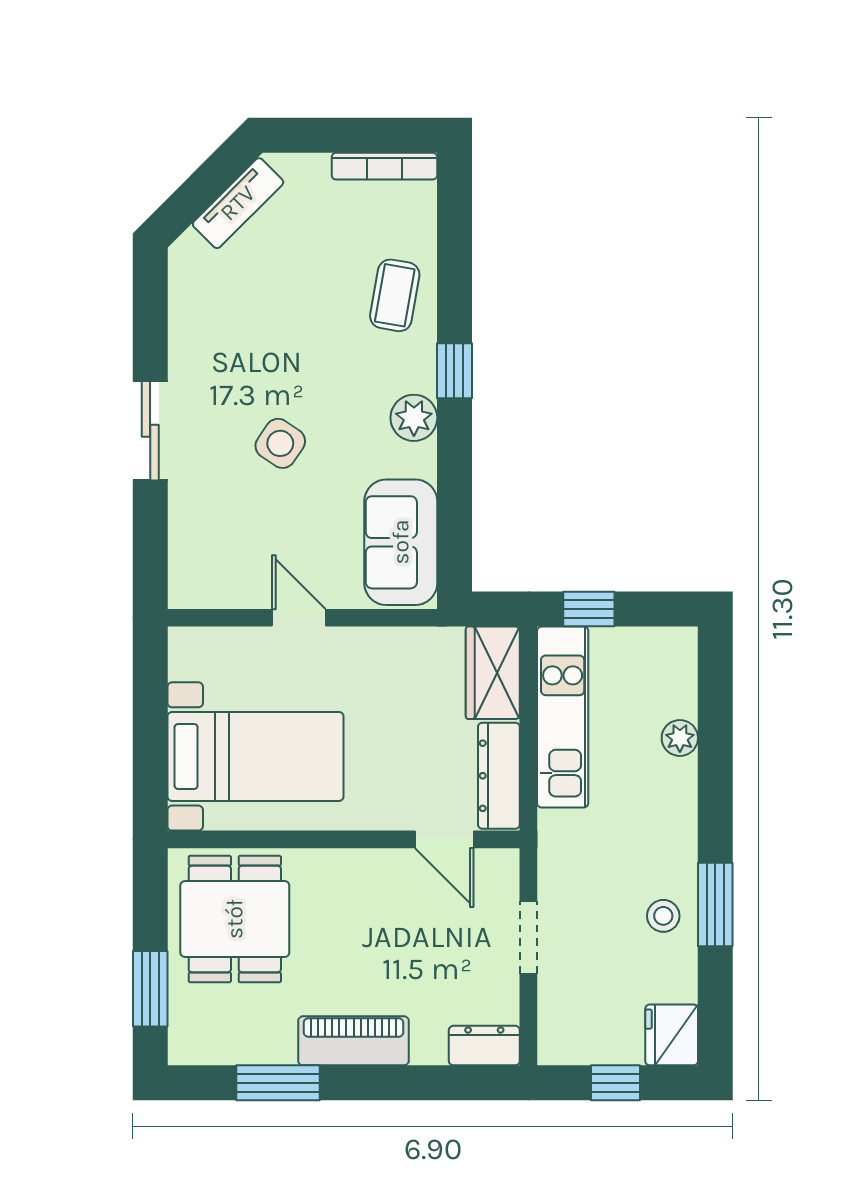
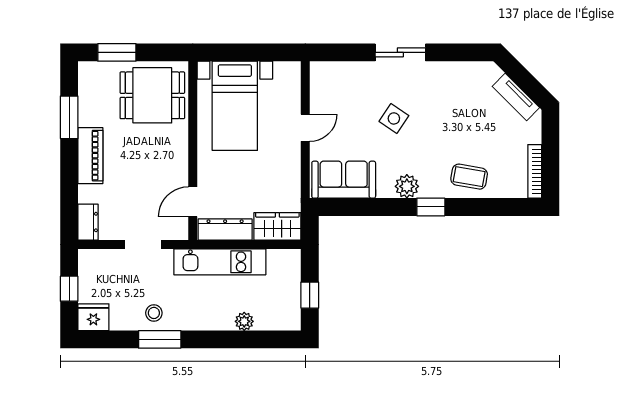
window: (589, 609) -> (310, 295), moved
kitchen unit: (563, 717) -> (220, 262), moved

